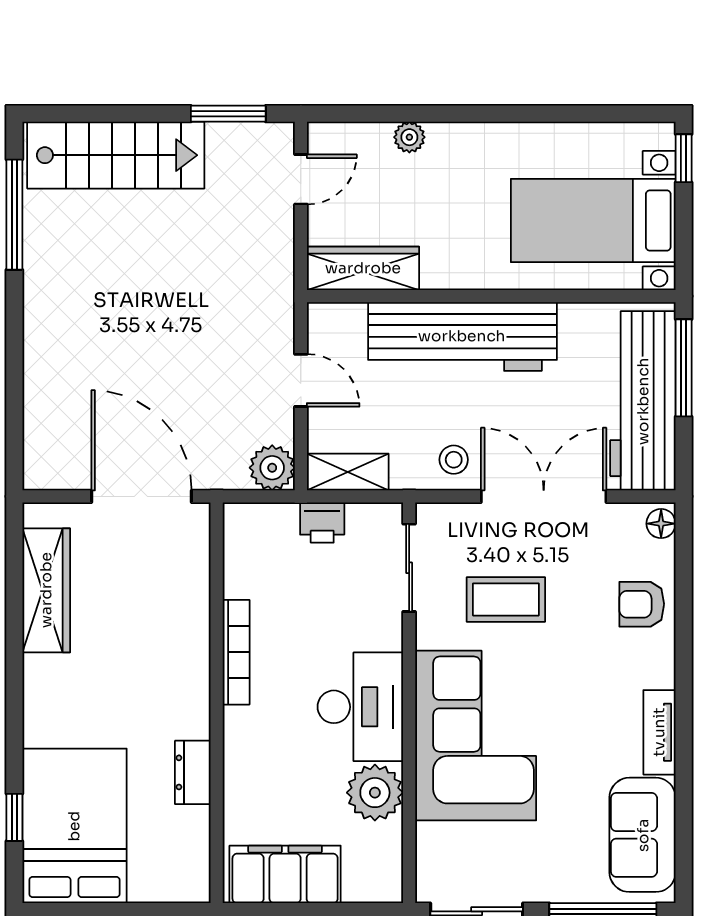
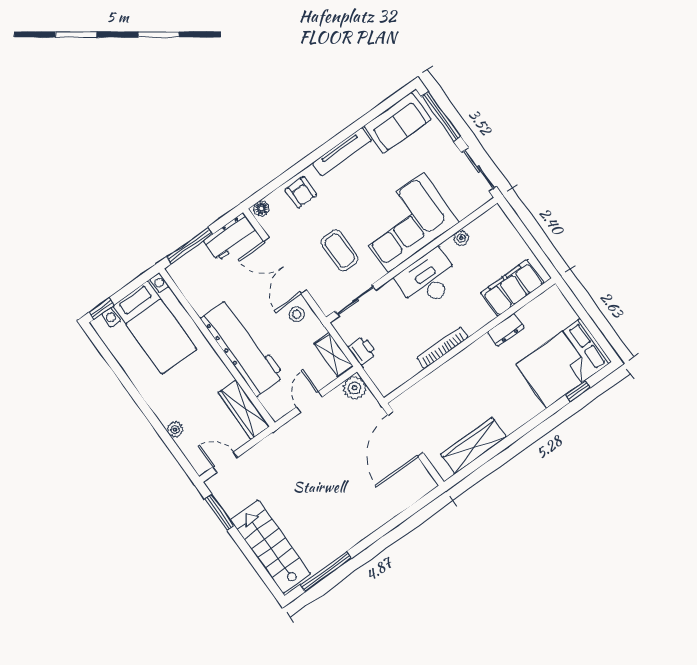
workbench: (643, 401) -> (230, 237), width x0.53, depth x0.76
tv unit: (659, 732) -> (342, 152), width x1.41
plant: (375, 793) -> (461, 238), width x0.53, depth x0.53
filing cabinet: (285, 874) -> (512, 288), moved, turned 90

